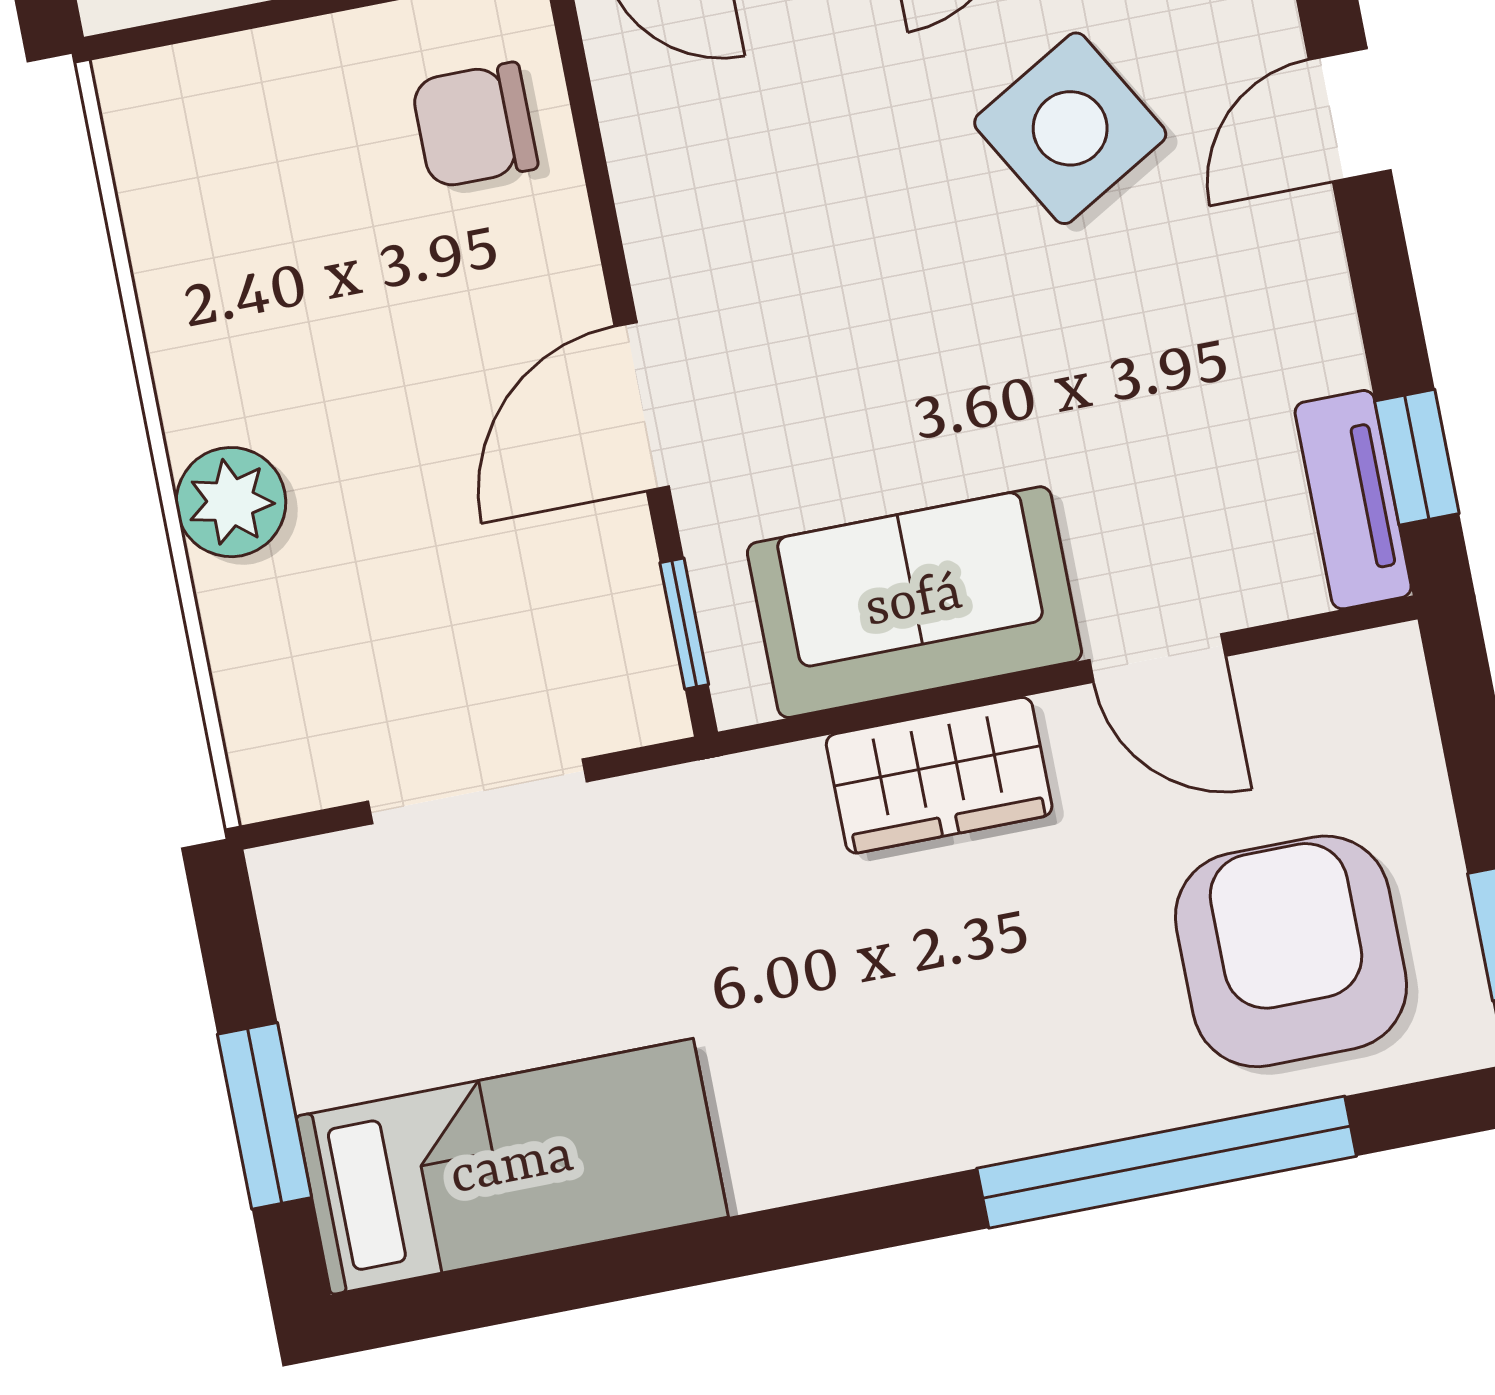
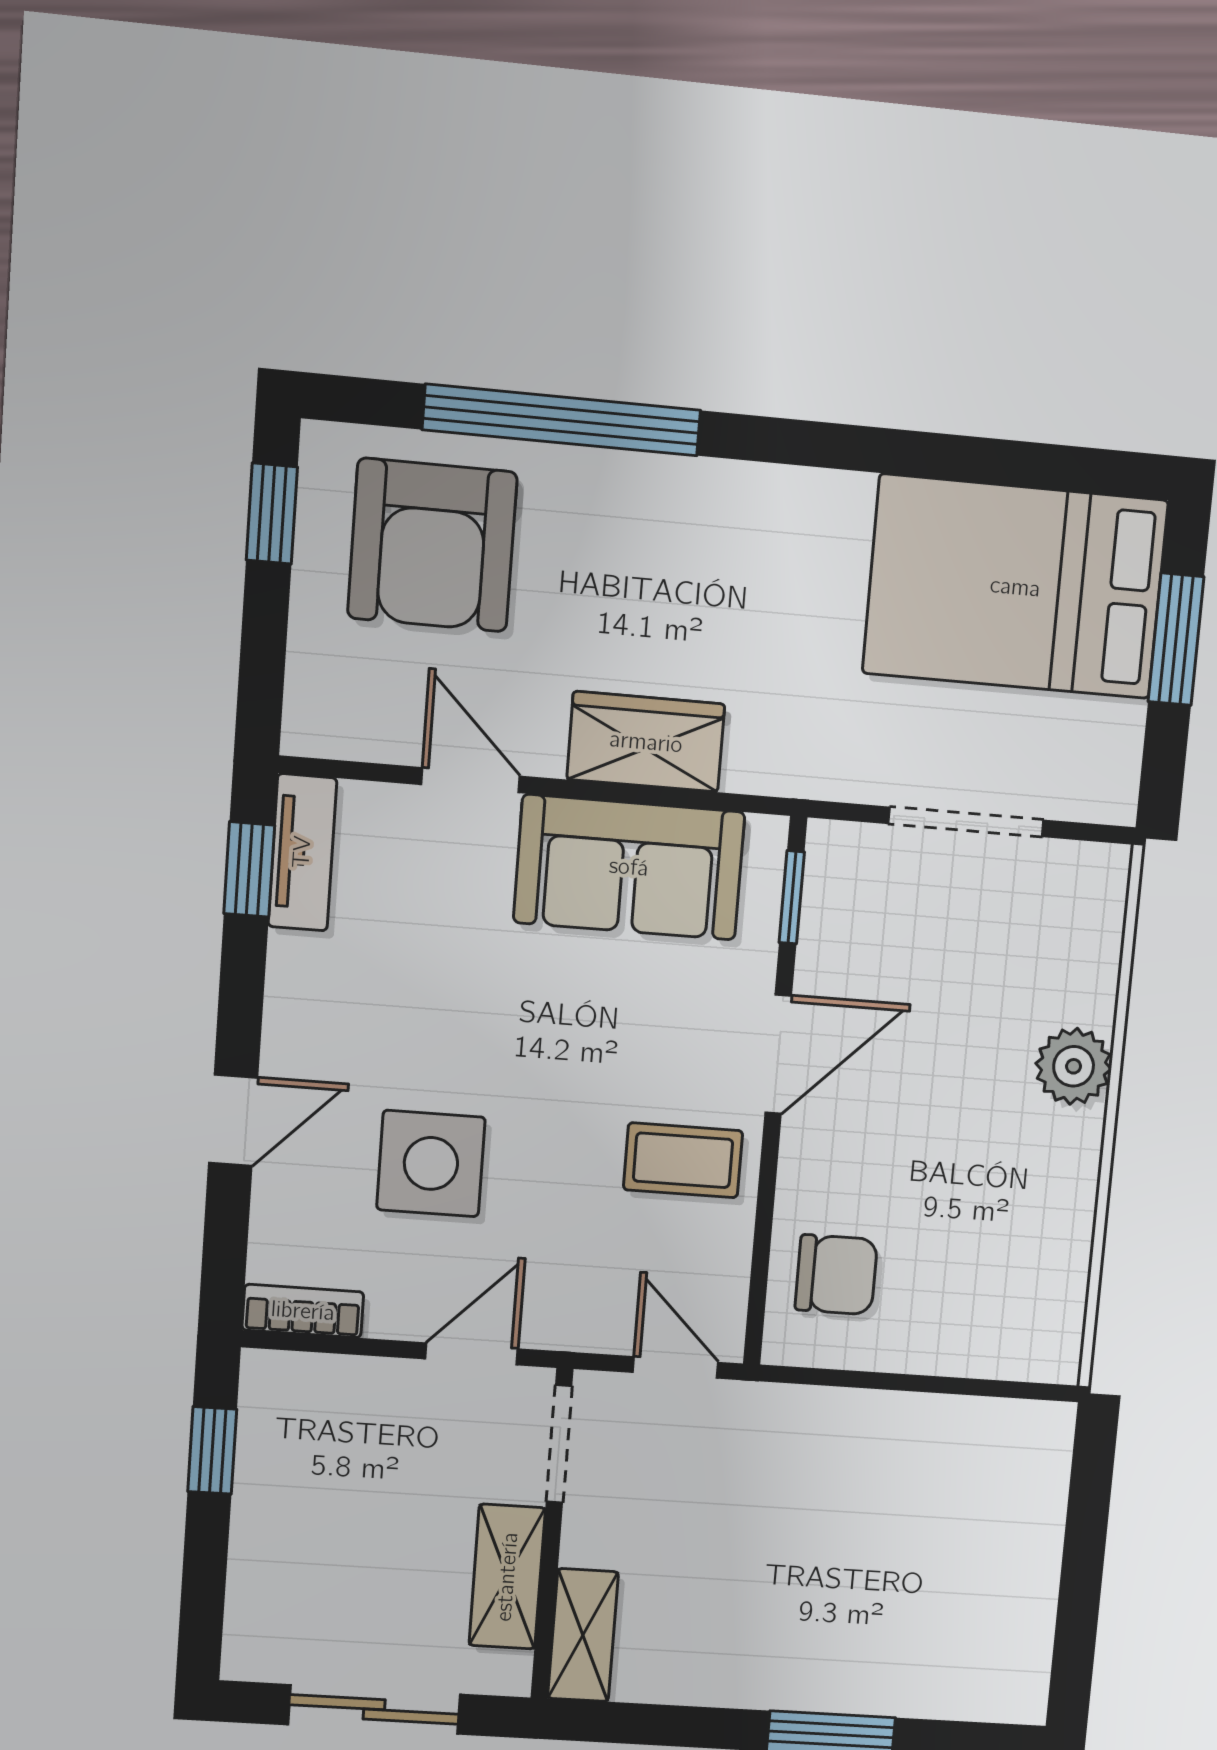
side table: (1070, 128) -> (431, 1163), turned 30
coffee table: (730, 226) -> (683, 1160), added
bed: (512, 1167) -> (1015, 587), width x1.50

